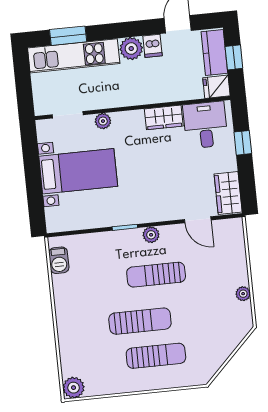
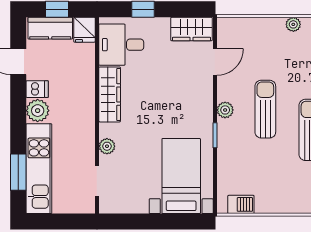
wardrobe: (164, 117) -> (110, 94), width x1.50
bed with nightstands: (78, 171) -> (181, 176), moved
sun lounger: (156, 275) -> (265, 109), turned 180

